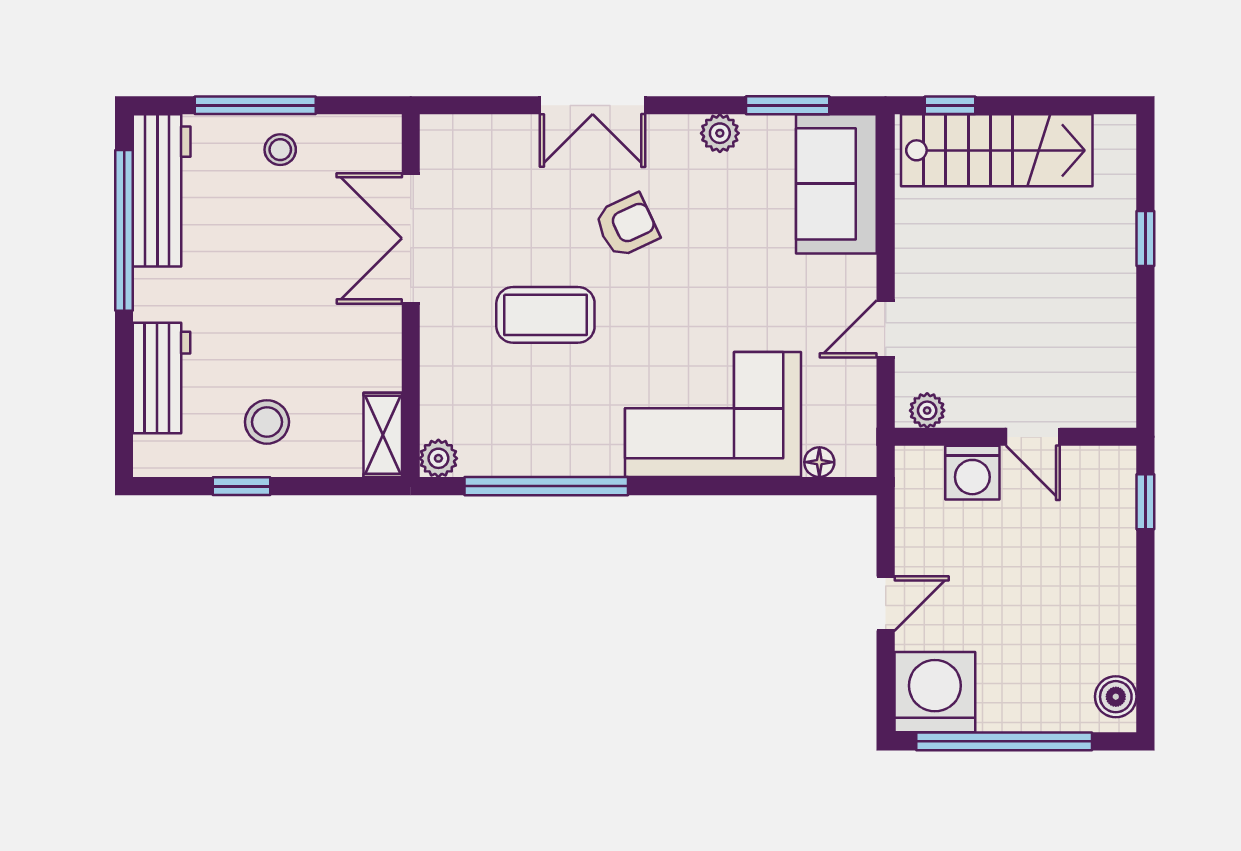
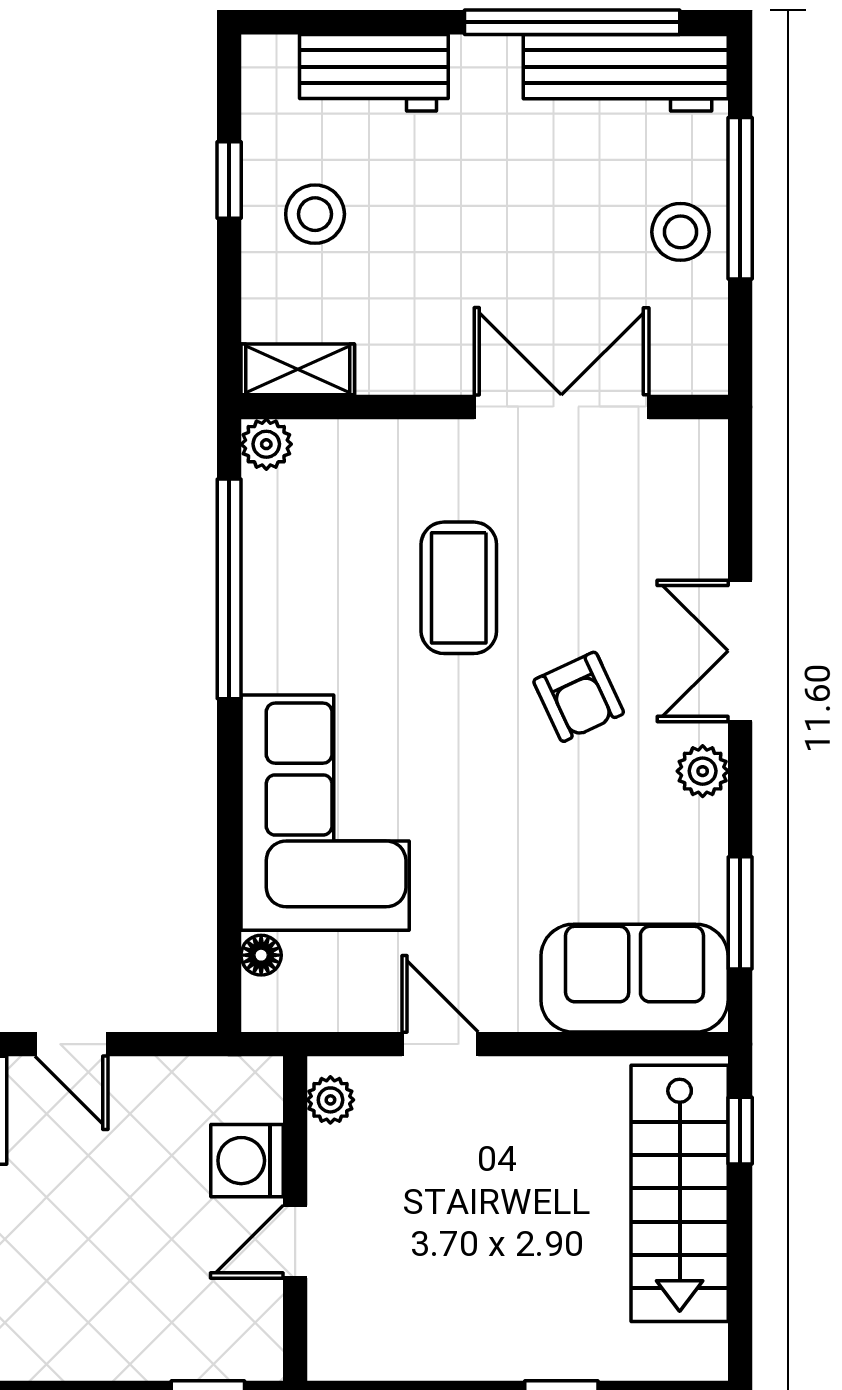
plant: (720, 133) -> (703, 771), moved
stool: (280, 150) -> (681, 232), width x1.37, depth x1.37

